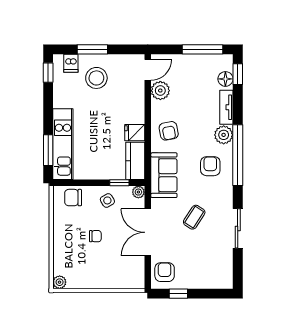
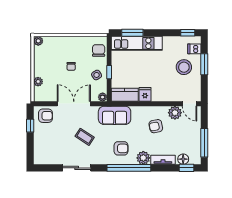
armchair: (169, 131) -> (156, 126), moved
window: (119, 183) -> (109, 72), moved
plant: (117, 282) -> (38, 82), added

